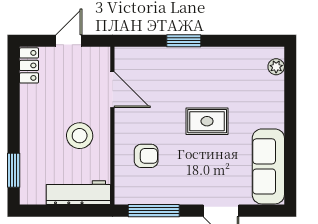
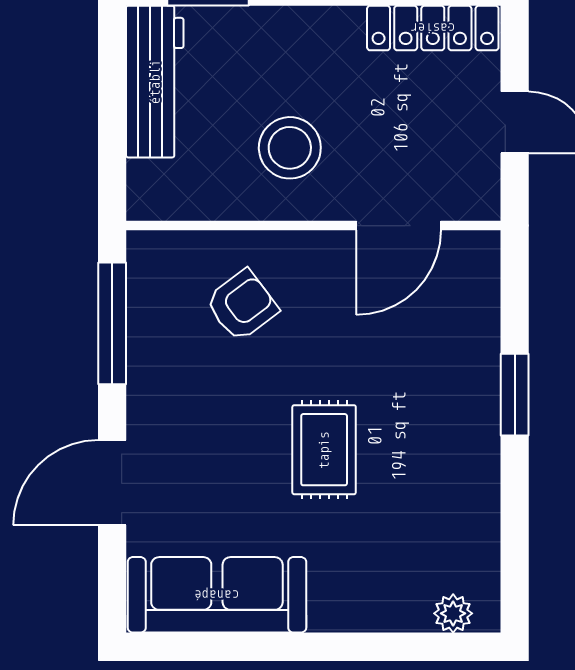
locker: (29, 65) -> (433, 28), width x1.53
armchair: (146, 156) -> (242, 305), turned -127
workbench: (78, 193) -> (155, 82), moved

